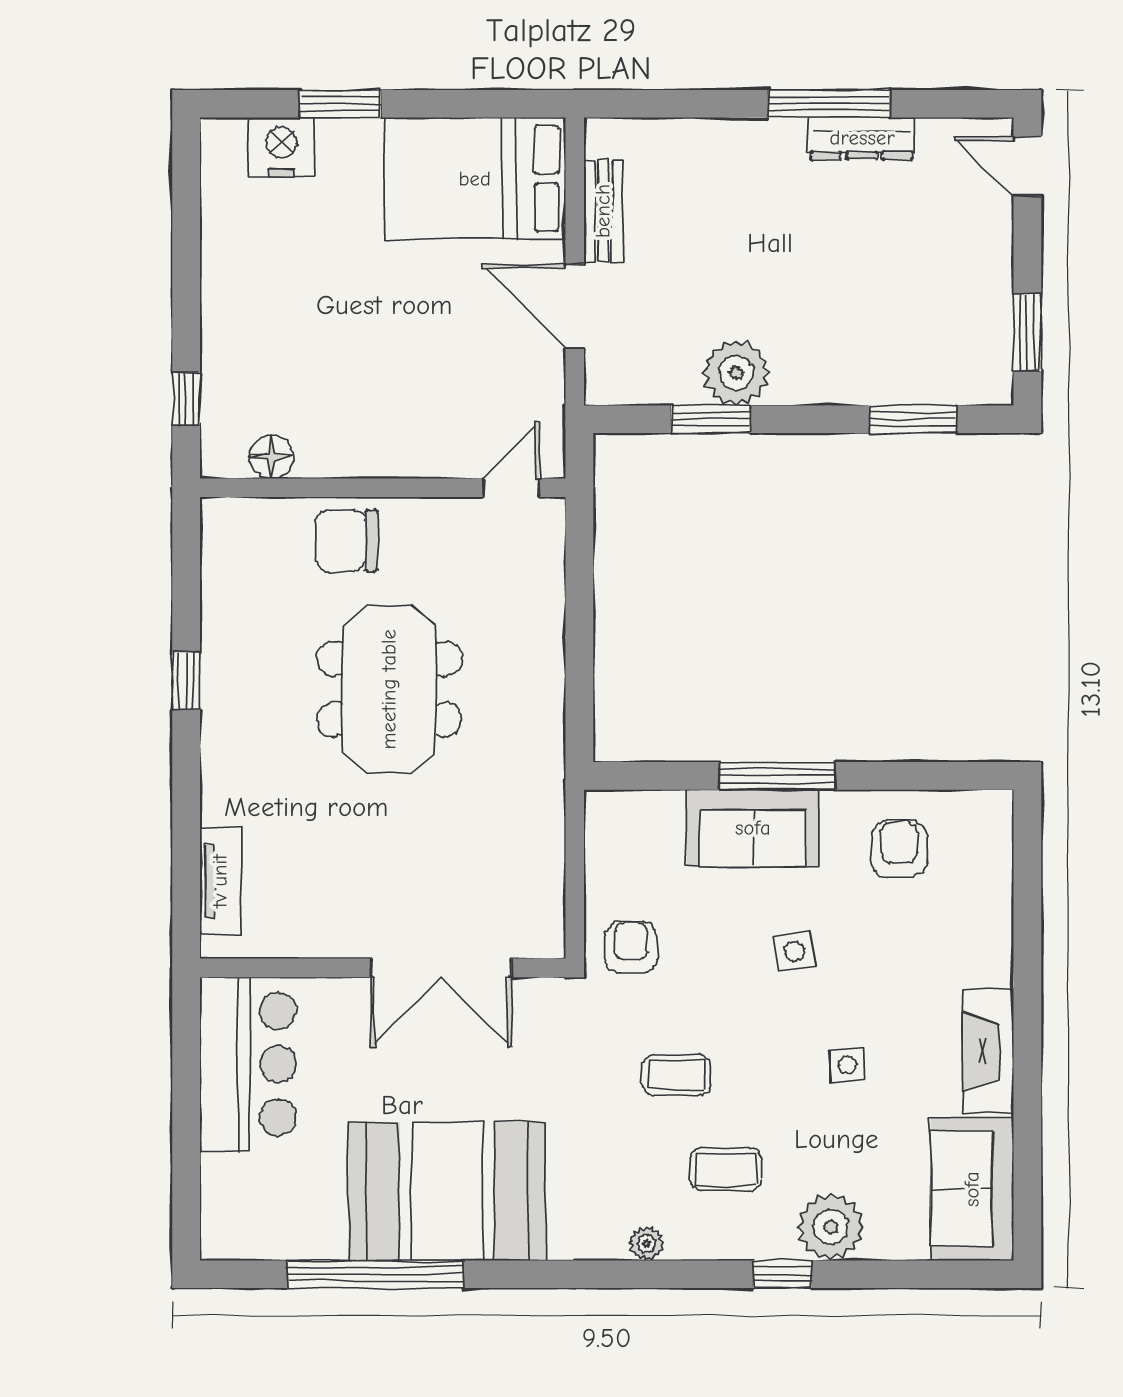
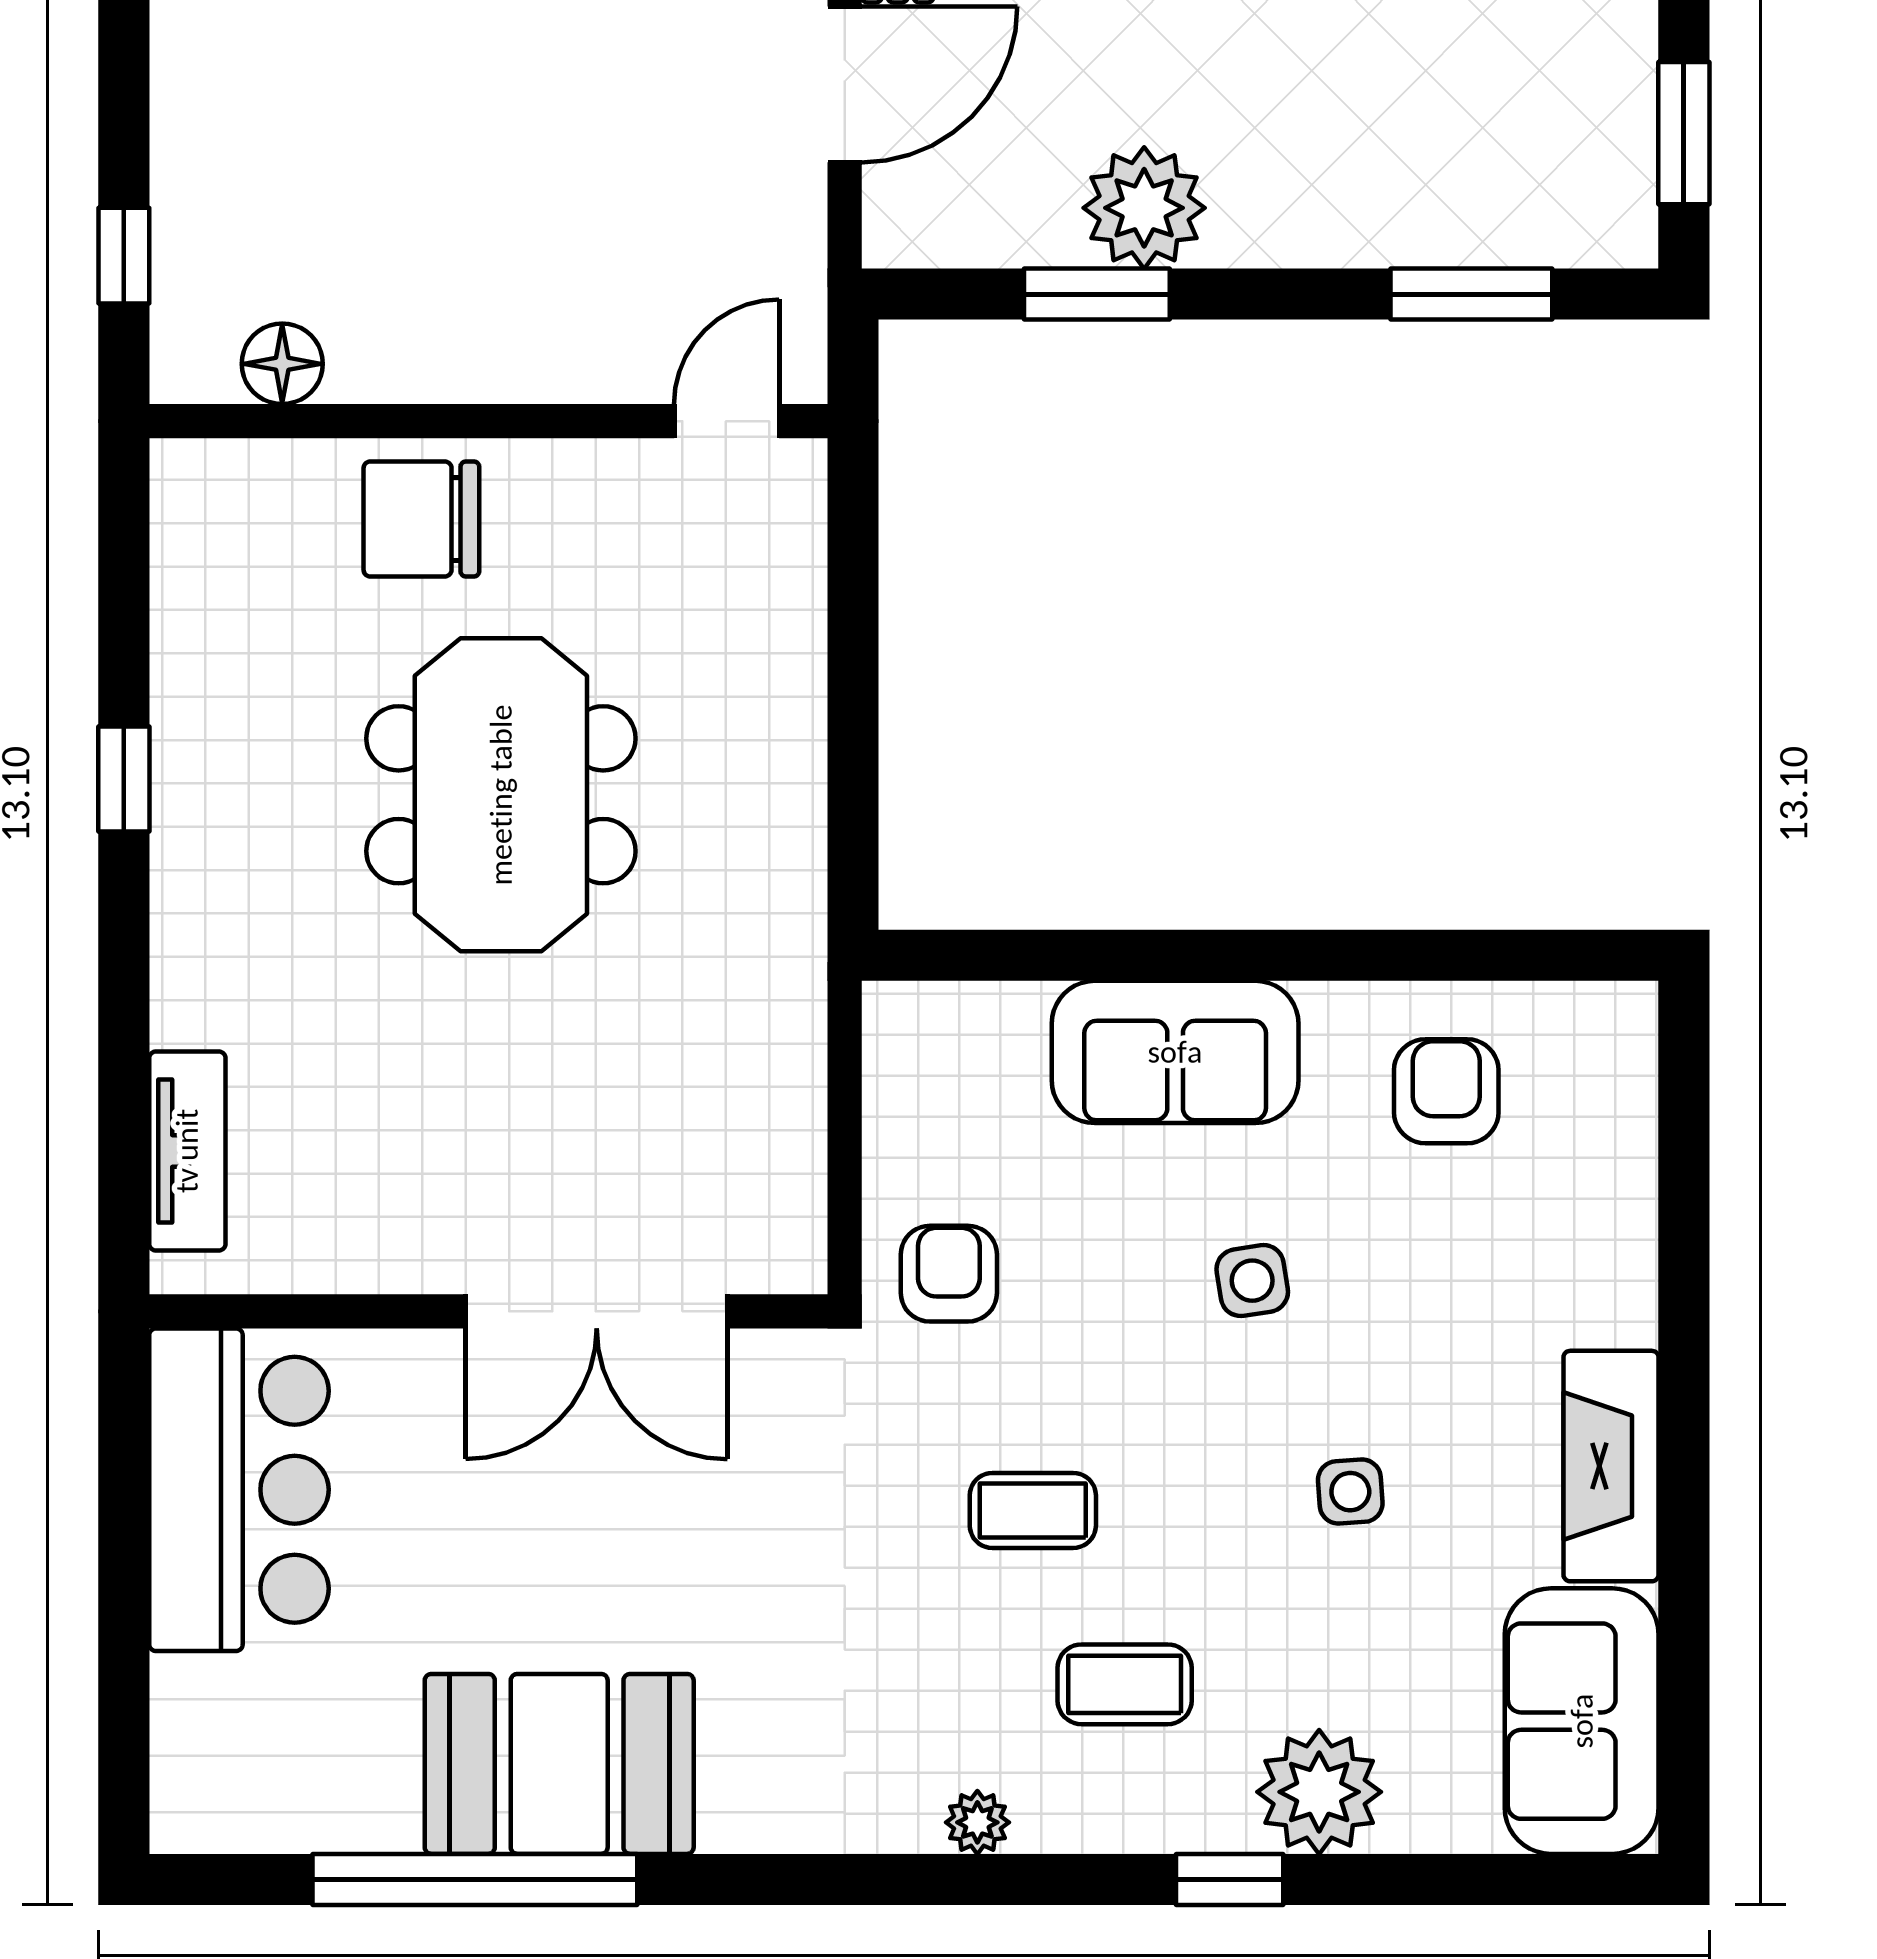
door: (575, 306) -> (845, 84), swing flipped
window: (777, 776) -> (1220, 955), removed
booth: (447, 1191) -> (559, 1764), width x0.73, depth x0.70

